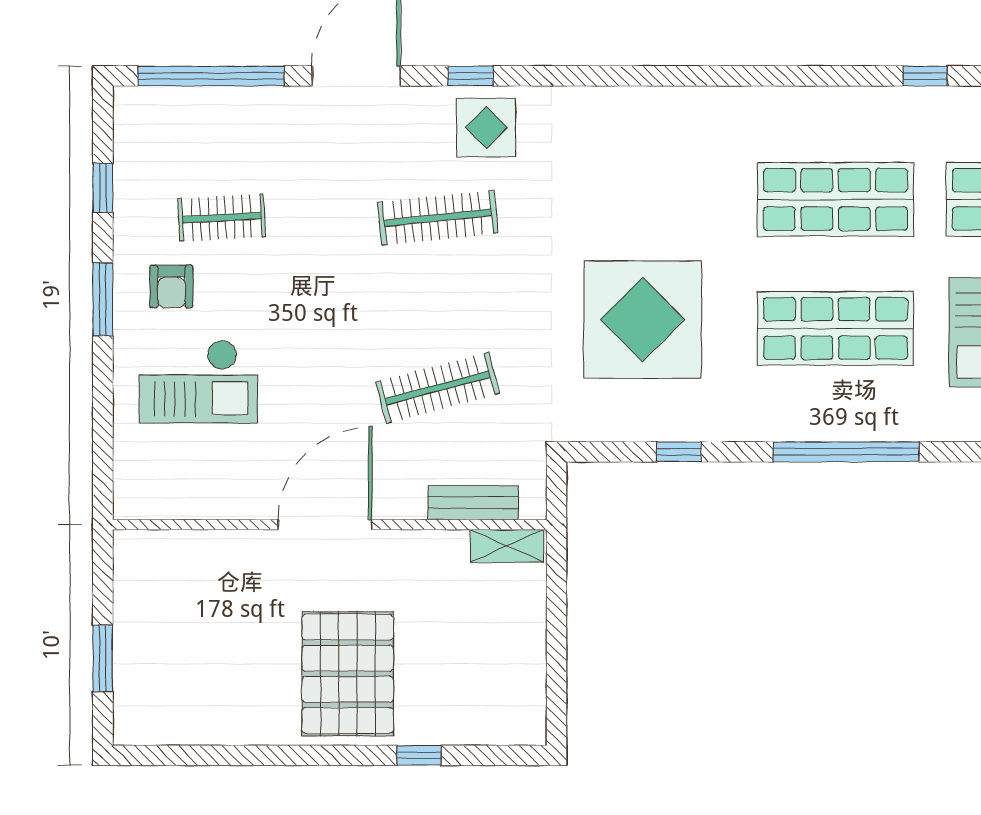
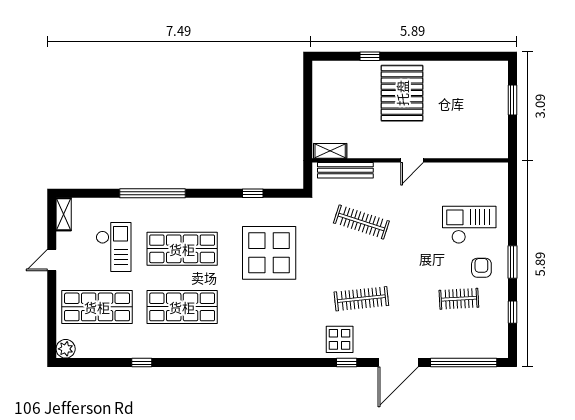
clothes rail: (438, 388) -> (361, 222), turned 33
window: (846, 452) -> (153, 193), moved
bench: (473, 503) -> (345, 170), width x1.36
door: (325, 525) -> (412, 160), width x0.53

